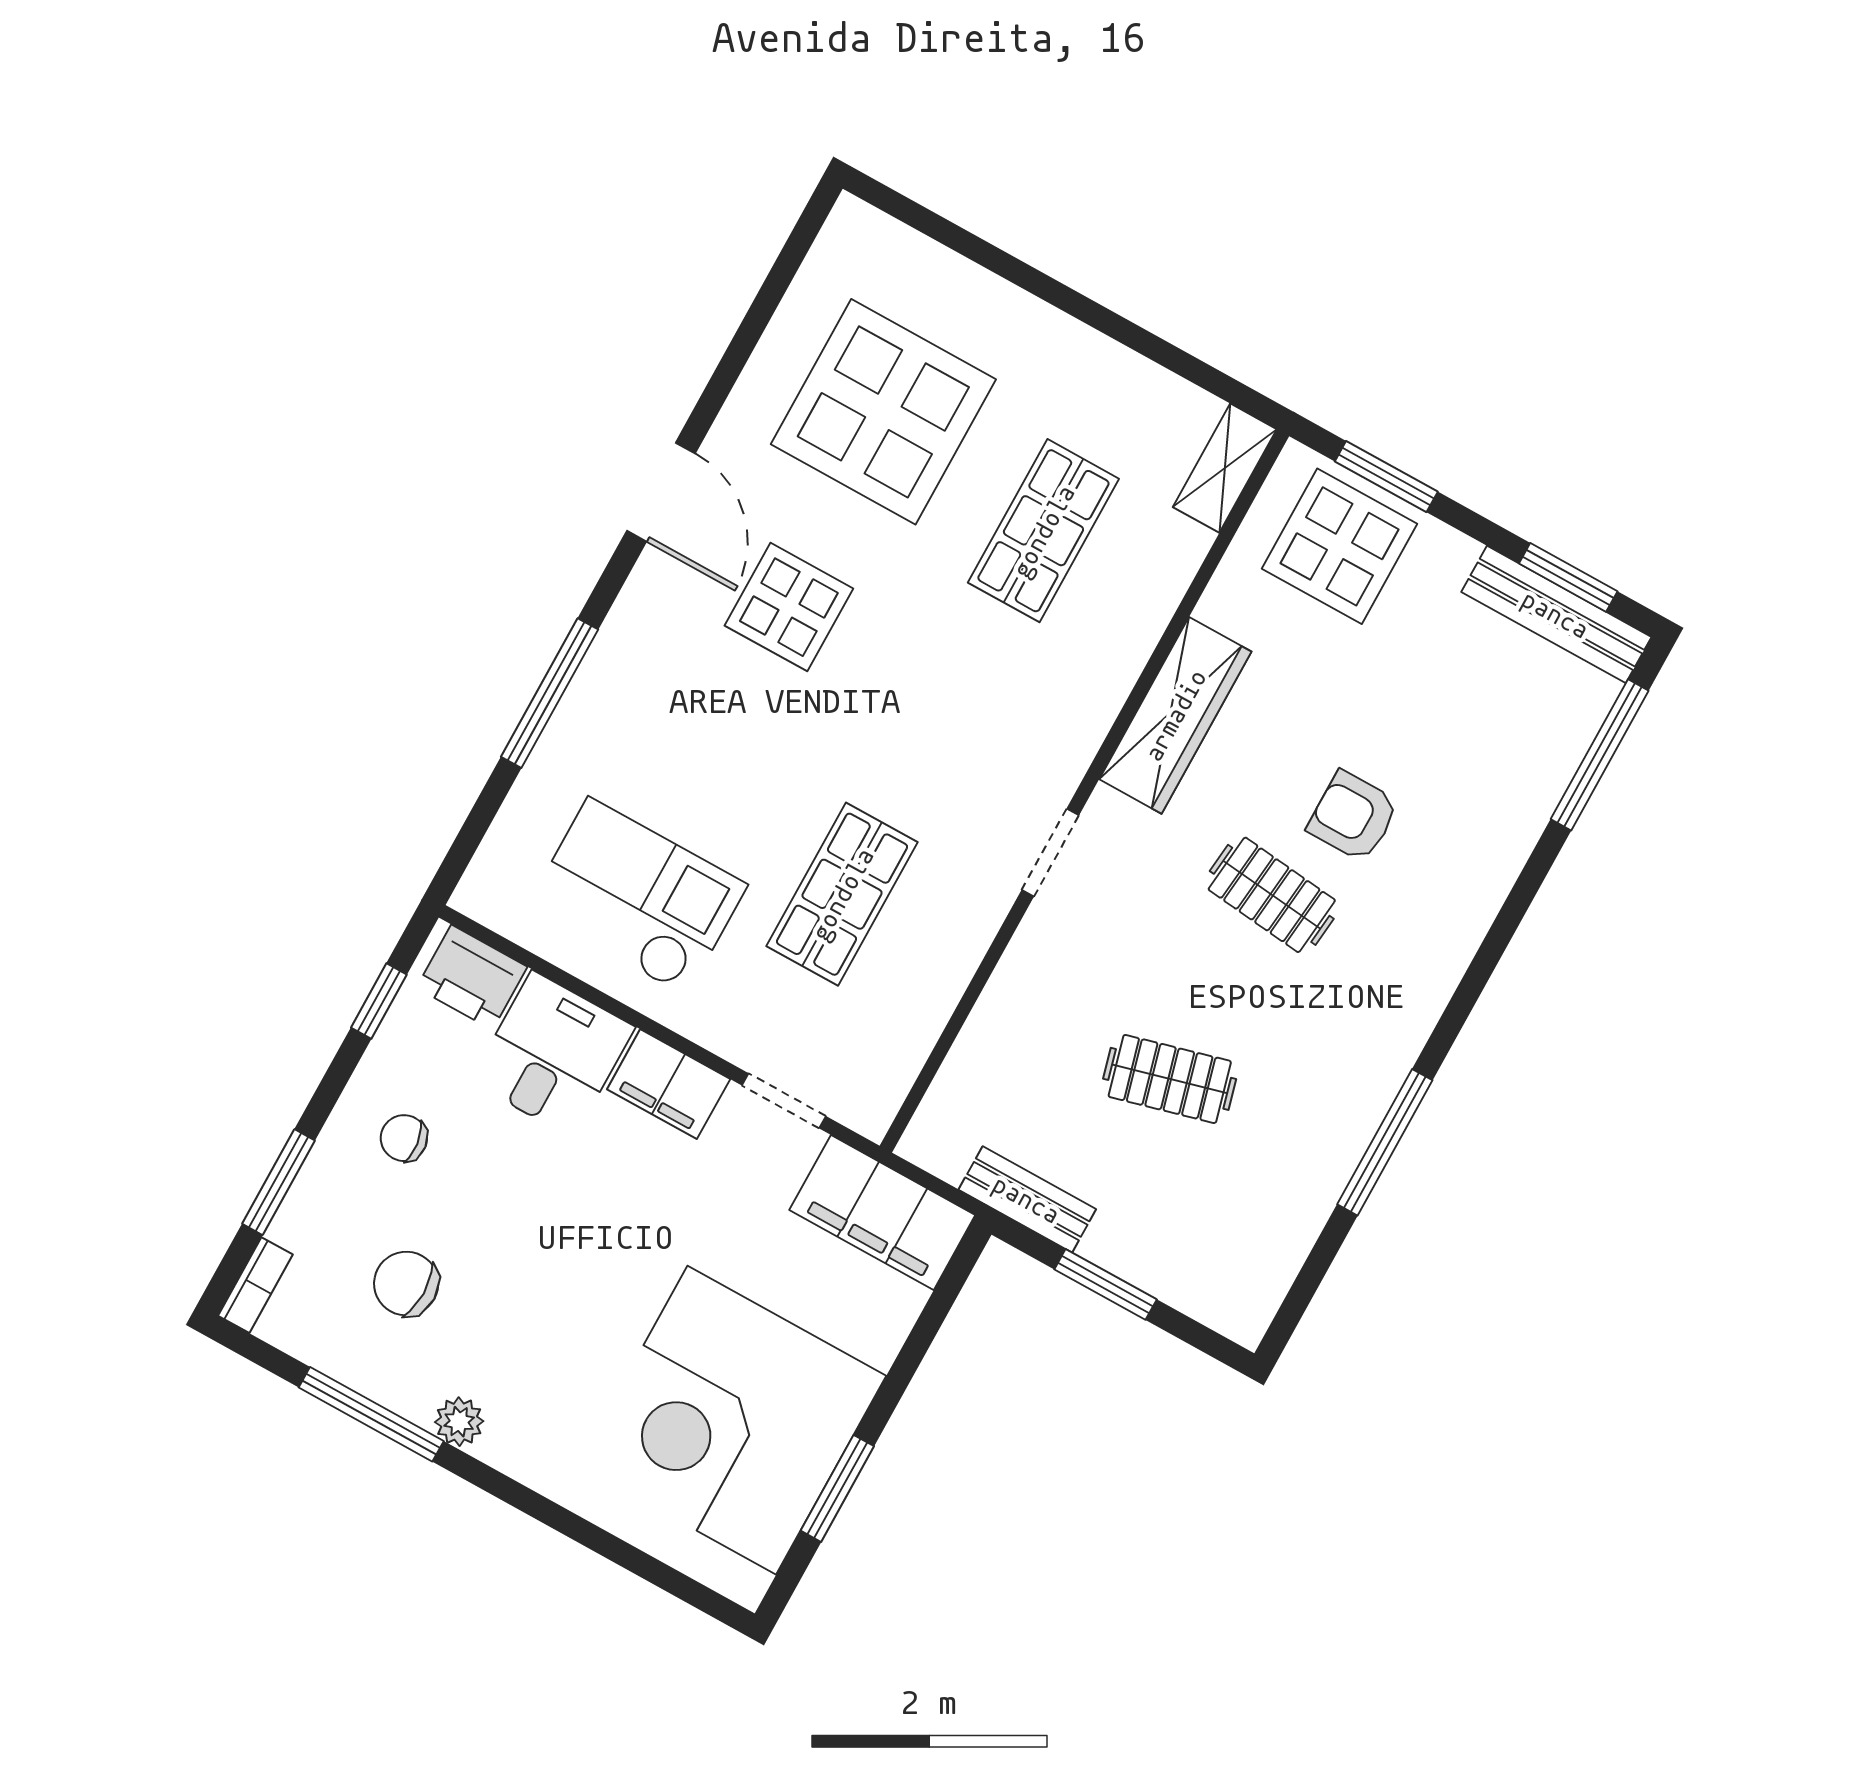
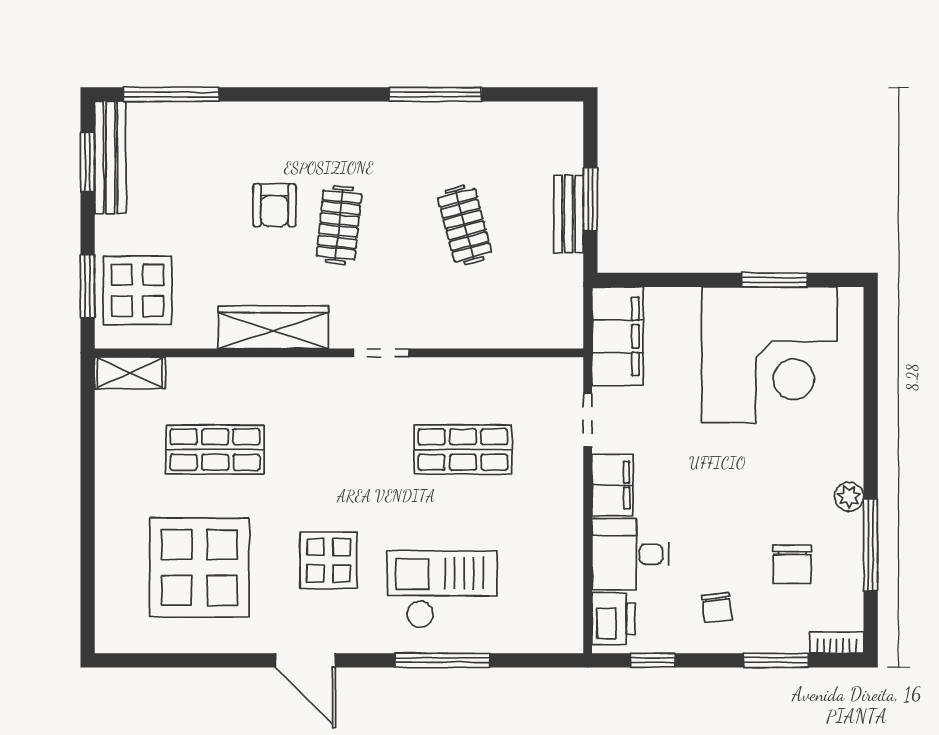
door: (661, 492) -> (305, 660), swing flipped
checkout: (637, 897) -> (442, 589), moved, turned 90
bench: (1027, 1199) -> (569, 214), moved

